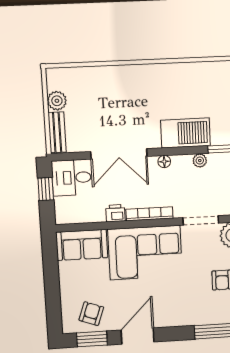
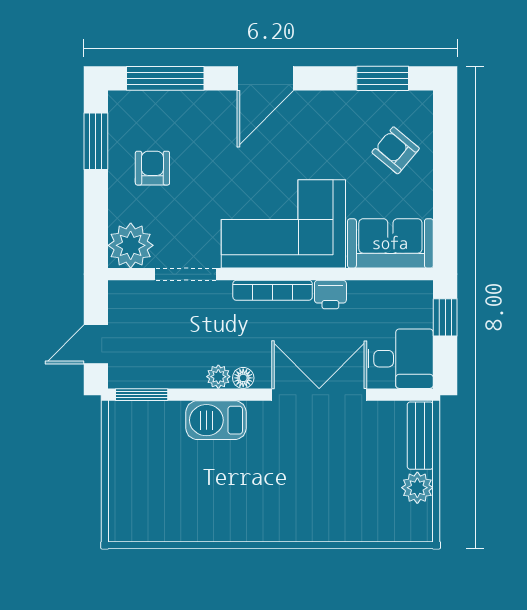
barbecue: (185, 133) -> (216, 420), width x0.73, depth x0.83
plant: (200, 161) -> (218, 377), moved
window: (46, 189) -> (445, 317), moved
armchair: (91, 314) -> (396, 150), moved, turned 110
door: (138, 336) -> (265, 78), moved

